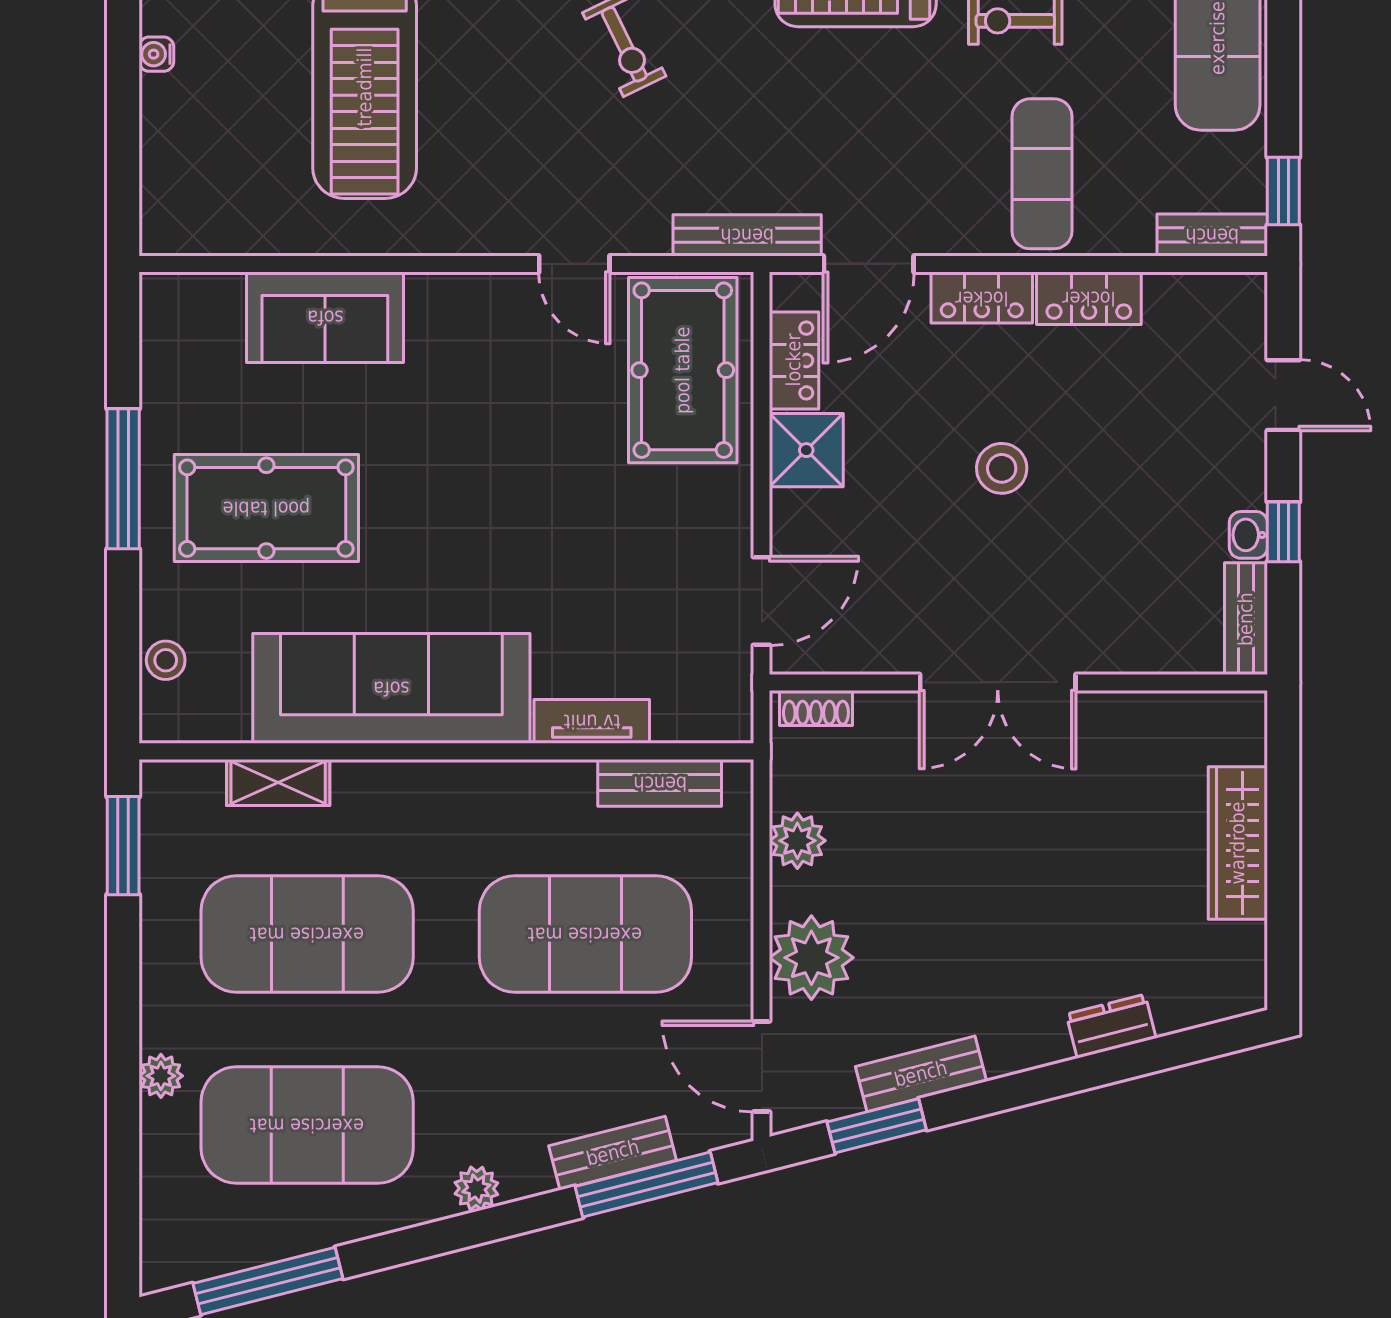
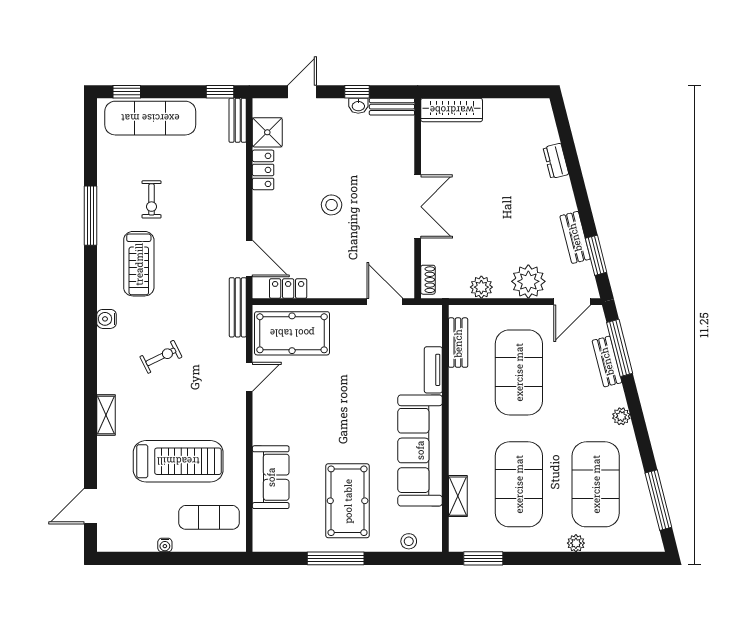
exercise mat: (1042, 174) -> (209, 517), moved
locker: (982, 298) -> (263, 213), removed
shower: (806, 450) -> (267, 132), moved
wardrobe: (1238, 843) -> (452, 110), moved

